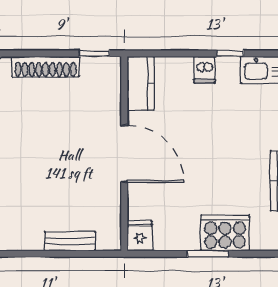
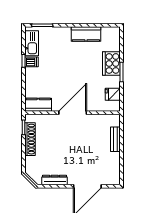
shoe rack: (46, 67) -> (30, 139), moved
dishwasher: (204, 70) -> (32, 62), moved
fridge: (140, 236) -> (113, 94), moved

